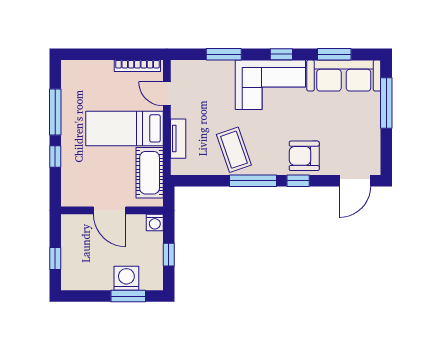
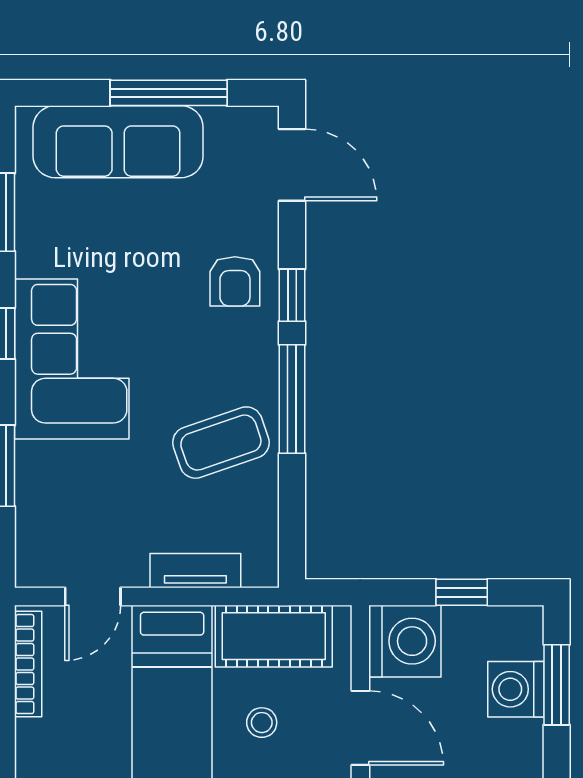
sofa: (344, 75) -> (118, 142), moved, turned 90
window: (386, 103) -> (169, 93), moved
armchair: (304, 156) -> (235, 281), width x0.72, depth x0.72
stool: (112, 167) -> (262, 723), added
door: (110, 210) -> (360, 728), hinge flipped
washing machine: (155, 222) -> (405, 641), width x1.89, depth x1.89

